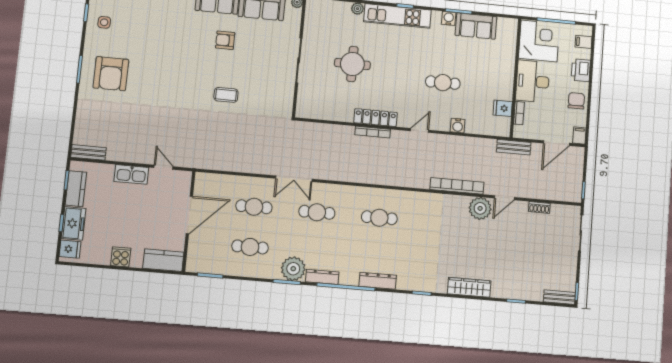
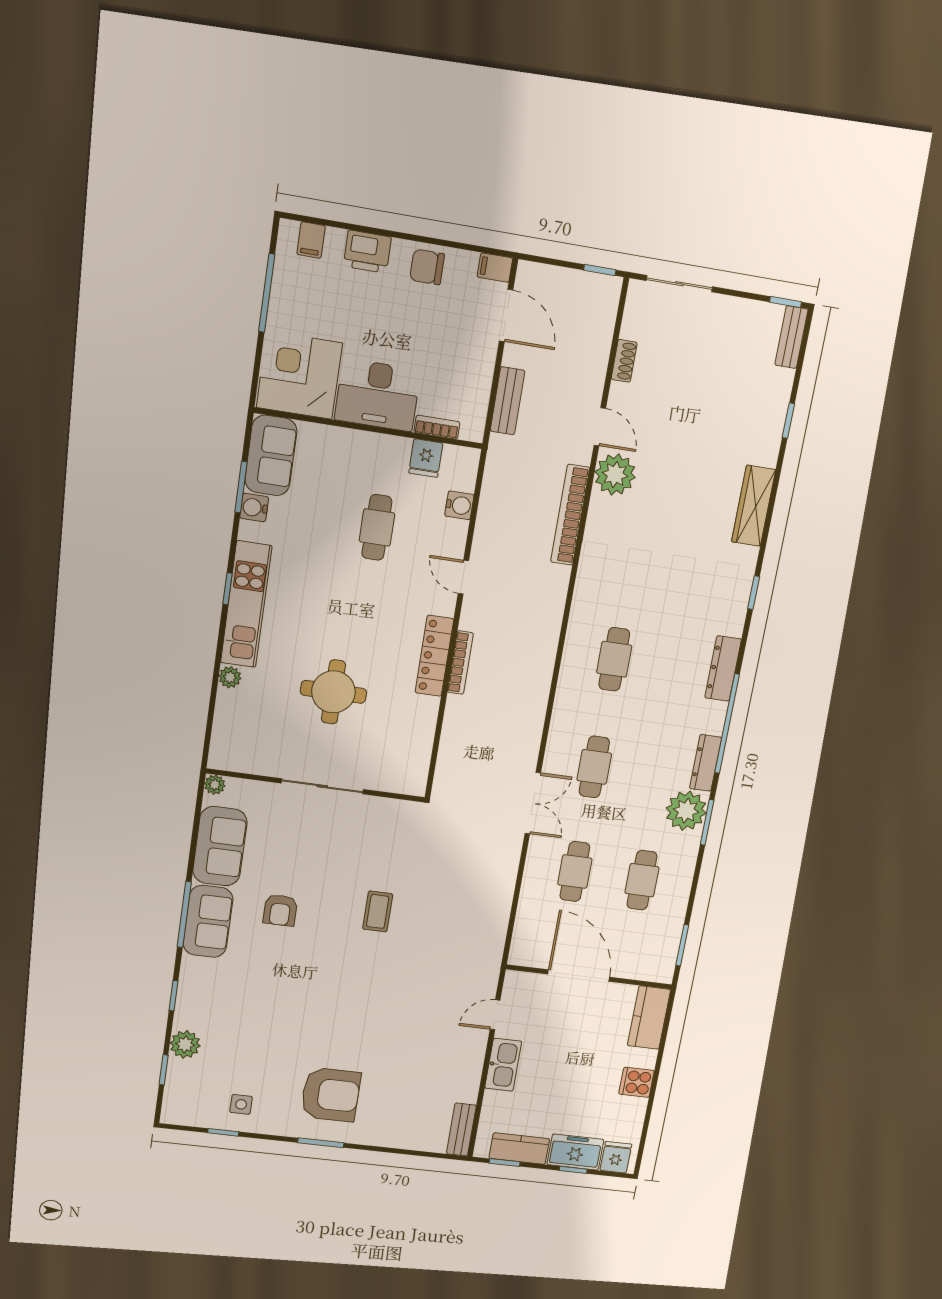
corner desk: (539, 41) -> (299, 375), moved
wall: (515, 78) -> (369, 428), moved
desk: (533, 81) -> (377, 395), moved
fridge: (503, 108) -> (426, 458), moved
bookcase: (519, 113) -> (437, 427), moved

